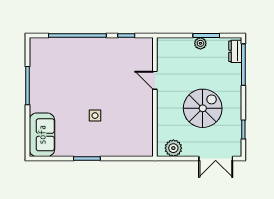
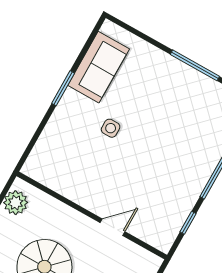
sofa: (42, 135) -> (99, 67), moved, turned -90

